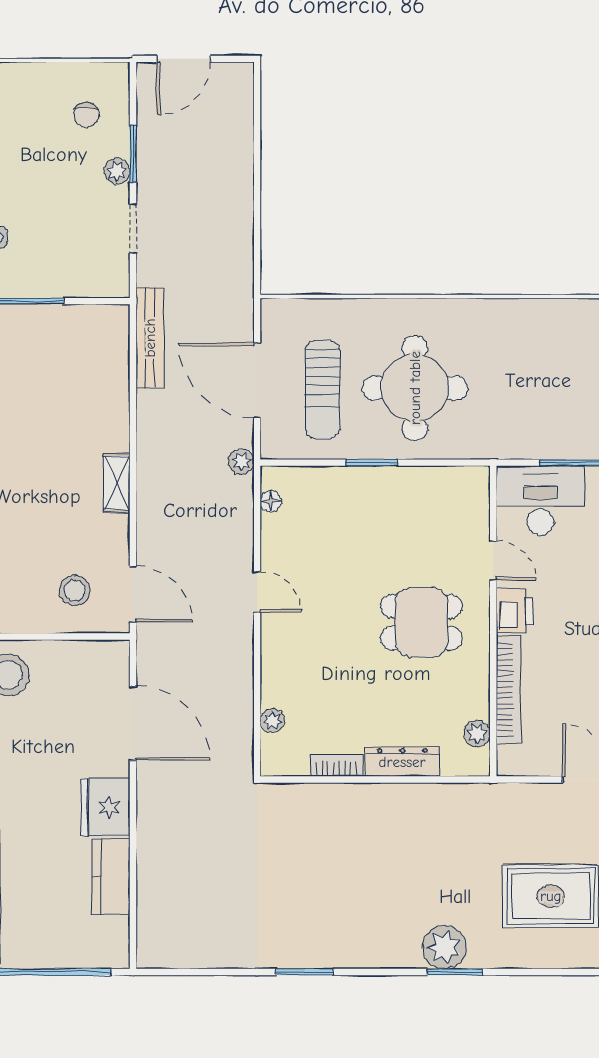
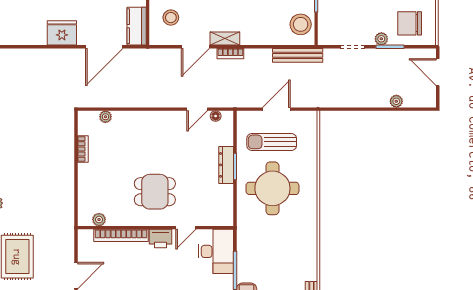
chair: (86, 115) -> (410, 23), width x1.87, depth x1.87
stool: (88, 332) -> (301, 24), added
door: (257, 380) -> (276, 109), width x0.73
plant: (241, 462) -> (396, 101), moved
bookcase: (147, 472) -> (230, 54), added
door: (257, 592) -> (197, 109), moved
door: (133, 594) -> (195, 47), moved
dining table: (421, 622) -> (155, 192), turned 90
dresser: (402, 762) -> (226, 165), moved, turned 180
kitchen counter: (111, 877) -> (137, 26), moved, turned -90

